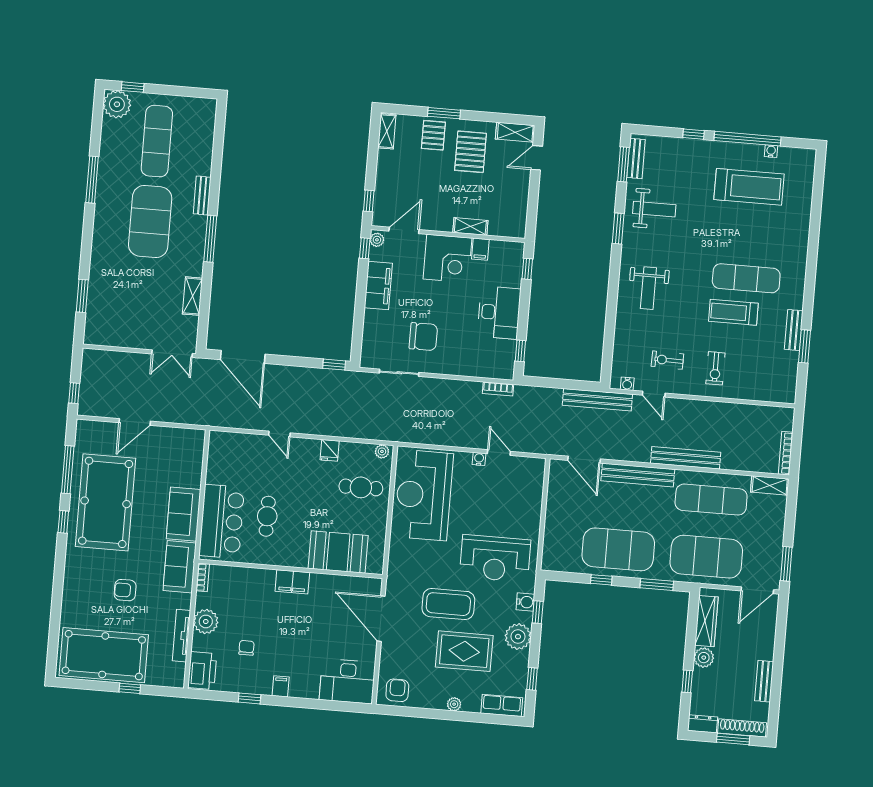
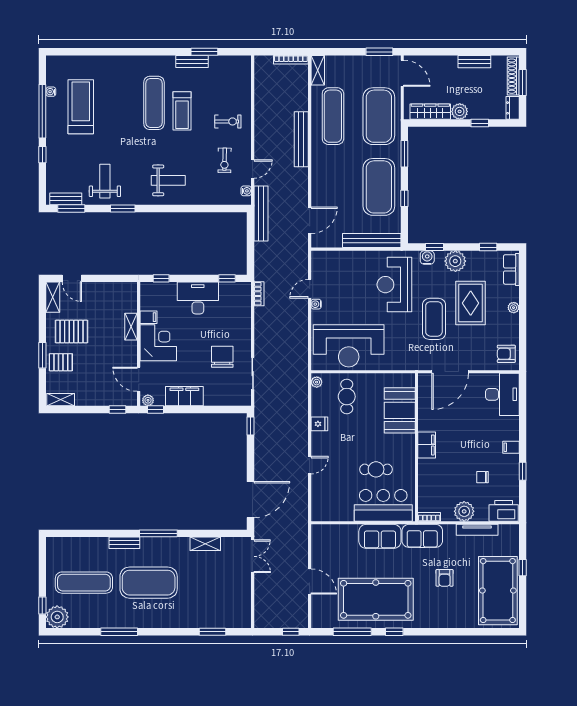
bench: (638, 475) -> (372, 241), moved, turned 90
reception desk: (495, 558) -> (394, 285), turned 180

